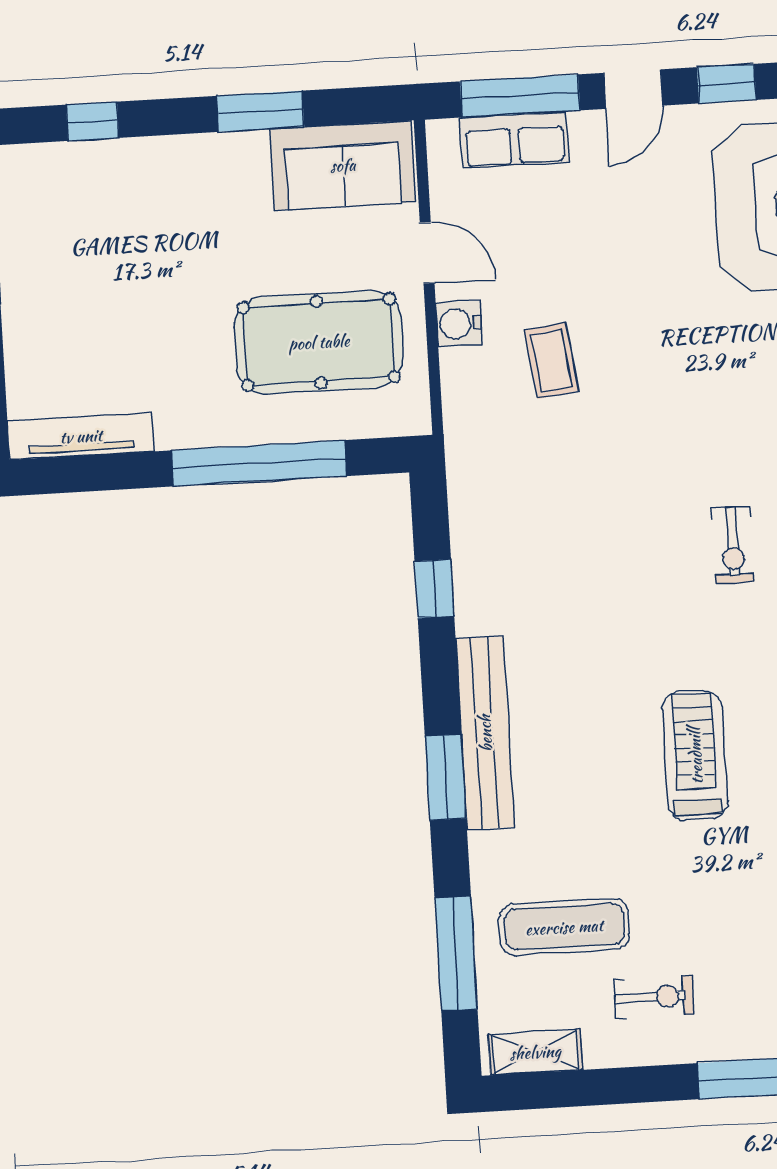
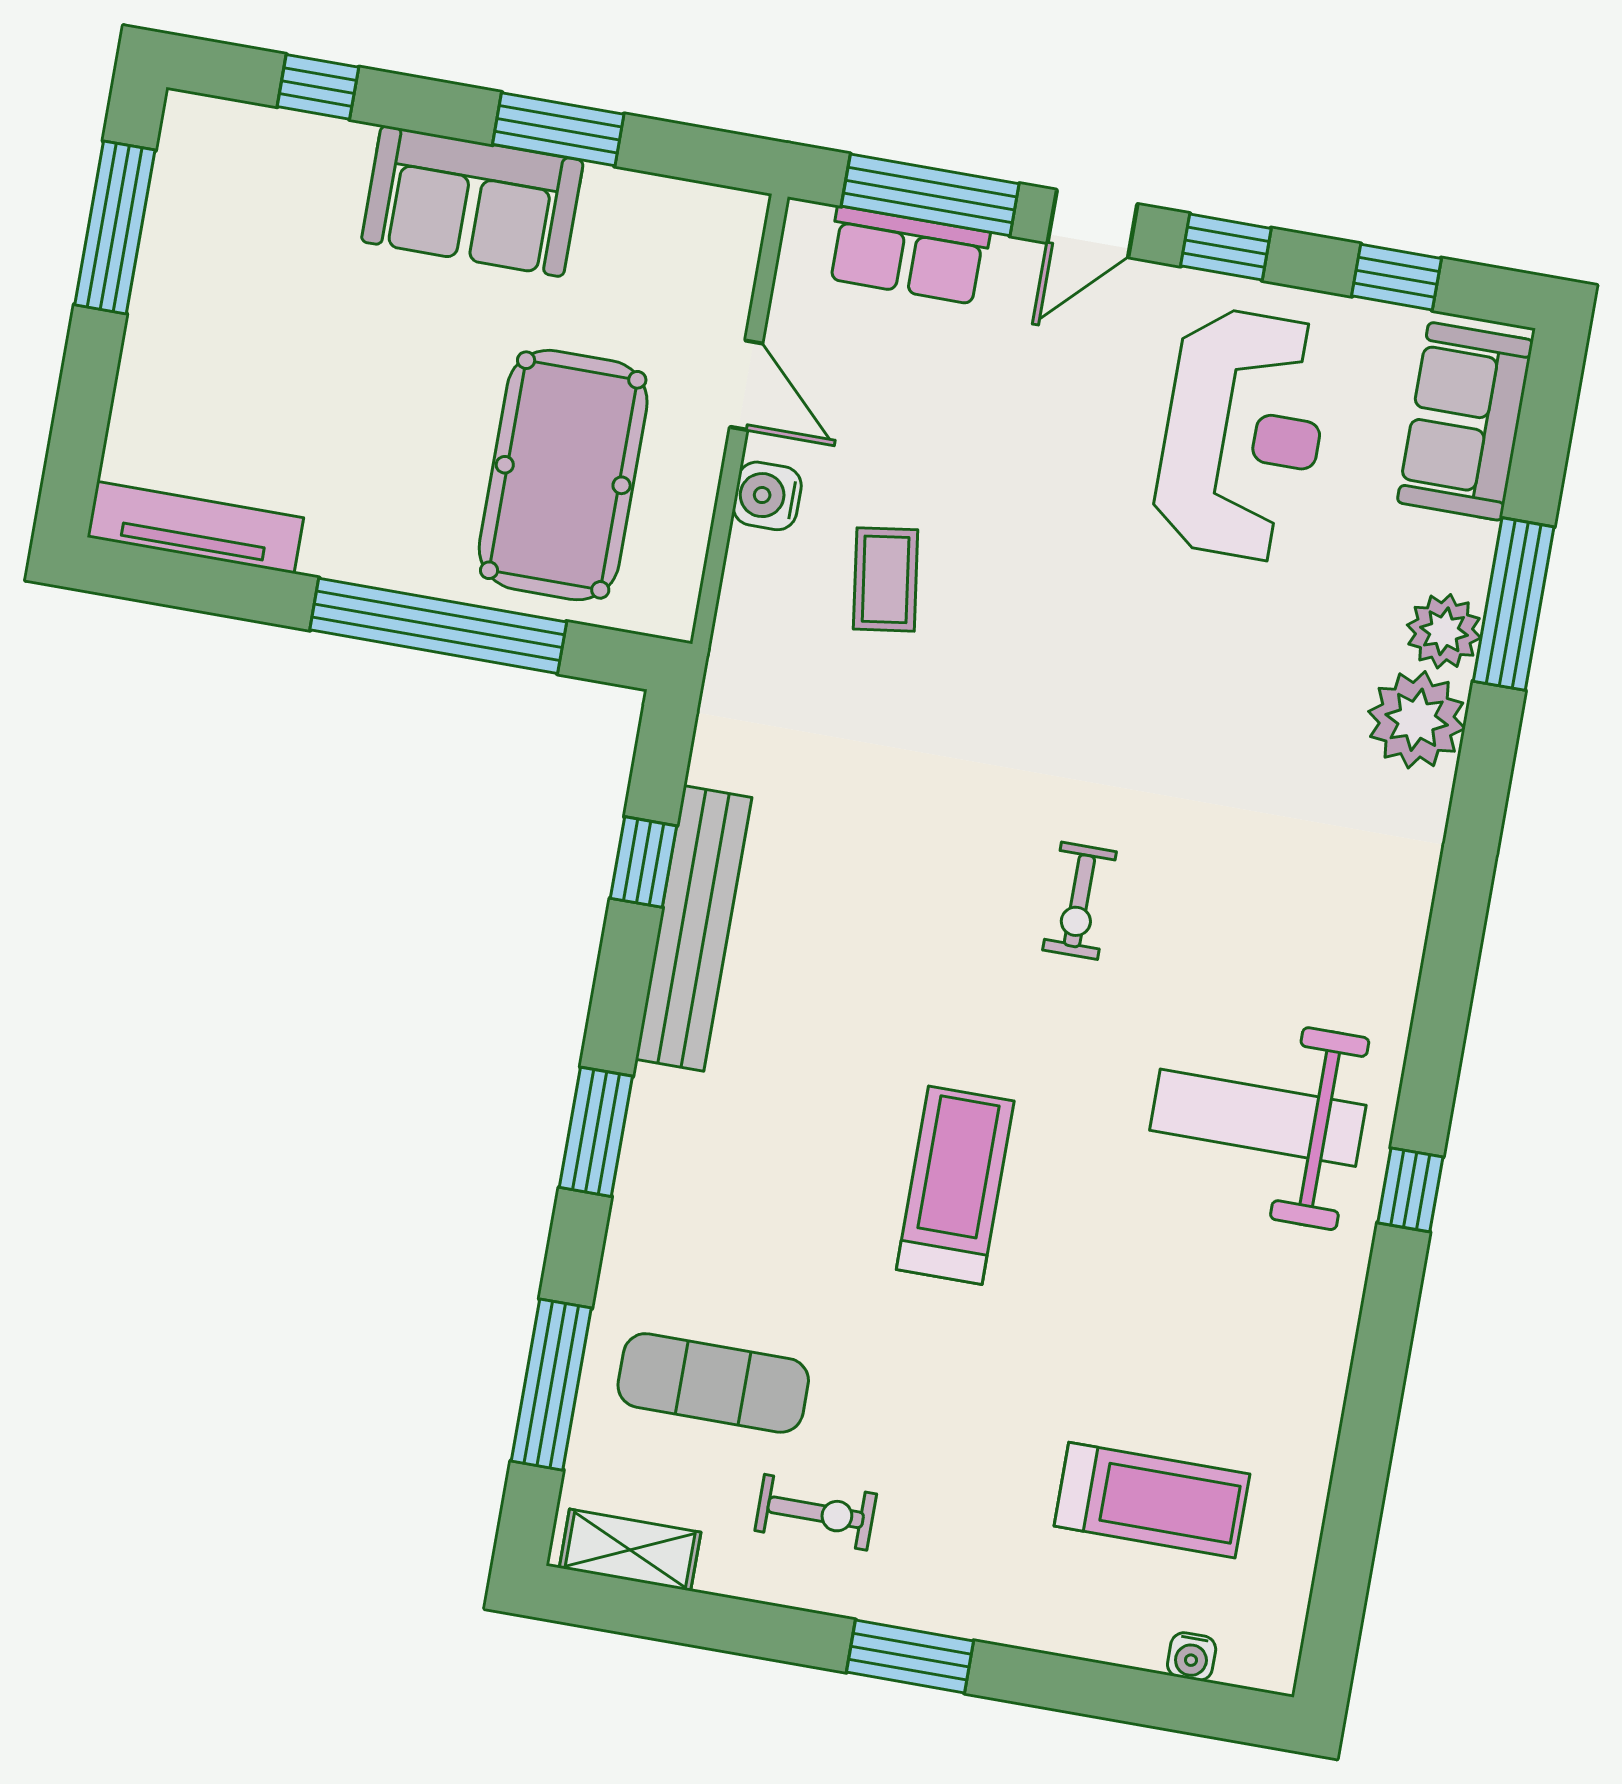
sofa: (343, 165) -> (472, 201), moved
pool table: (319, 342) -> (563, 475), turned 90
bench: (485, 733) -> (694, 928), moved

